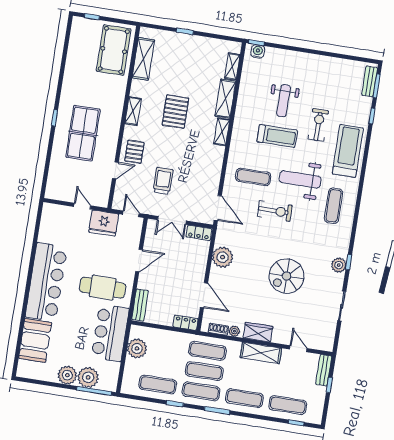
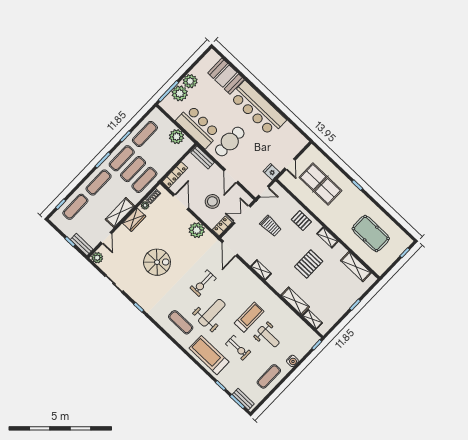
pool table: (114, 50) -> (371, 234), moved
water cooler: (258, 51) -> (292, 361), moved
weight bench: (284, 101) -> (269, 337), turned 180
pallet: (175, 112) -> (309, 264), turned 90
shelving: (222, 132) -> (261, 270), moved
table tennis table: (83, 133) -> (320, 184), moved
treadmill: (277, 136) -> (249, 317), turned 180
treadmill: (348, 151) -> (209, 355), turned 180
door: (115, 170) -> (298, 201), removed
exercise mat: (253, 177) -> (269, 376), moved
door: (82, 206) -> (290, 164), hinge flipped
door: (218, 208) -> (230, 249), hinge flipped
fridge: (104, 223) -> (271, 172), width x0.53, depth x0.75
stool: (180, 262) -> (212, 201), added
plant: (339, 265) -> (97, 258), moved
spiral stairs: (287, 276) -> (157, 262), turned 90
door: (204, 295) -> (181, 202), swing flipped
locker: (185, 323) -> (175, 175), width x1.53
door: (298, 349) -> (106, 238), hinge flipped

